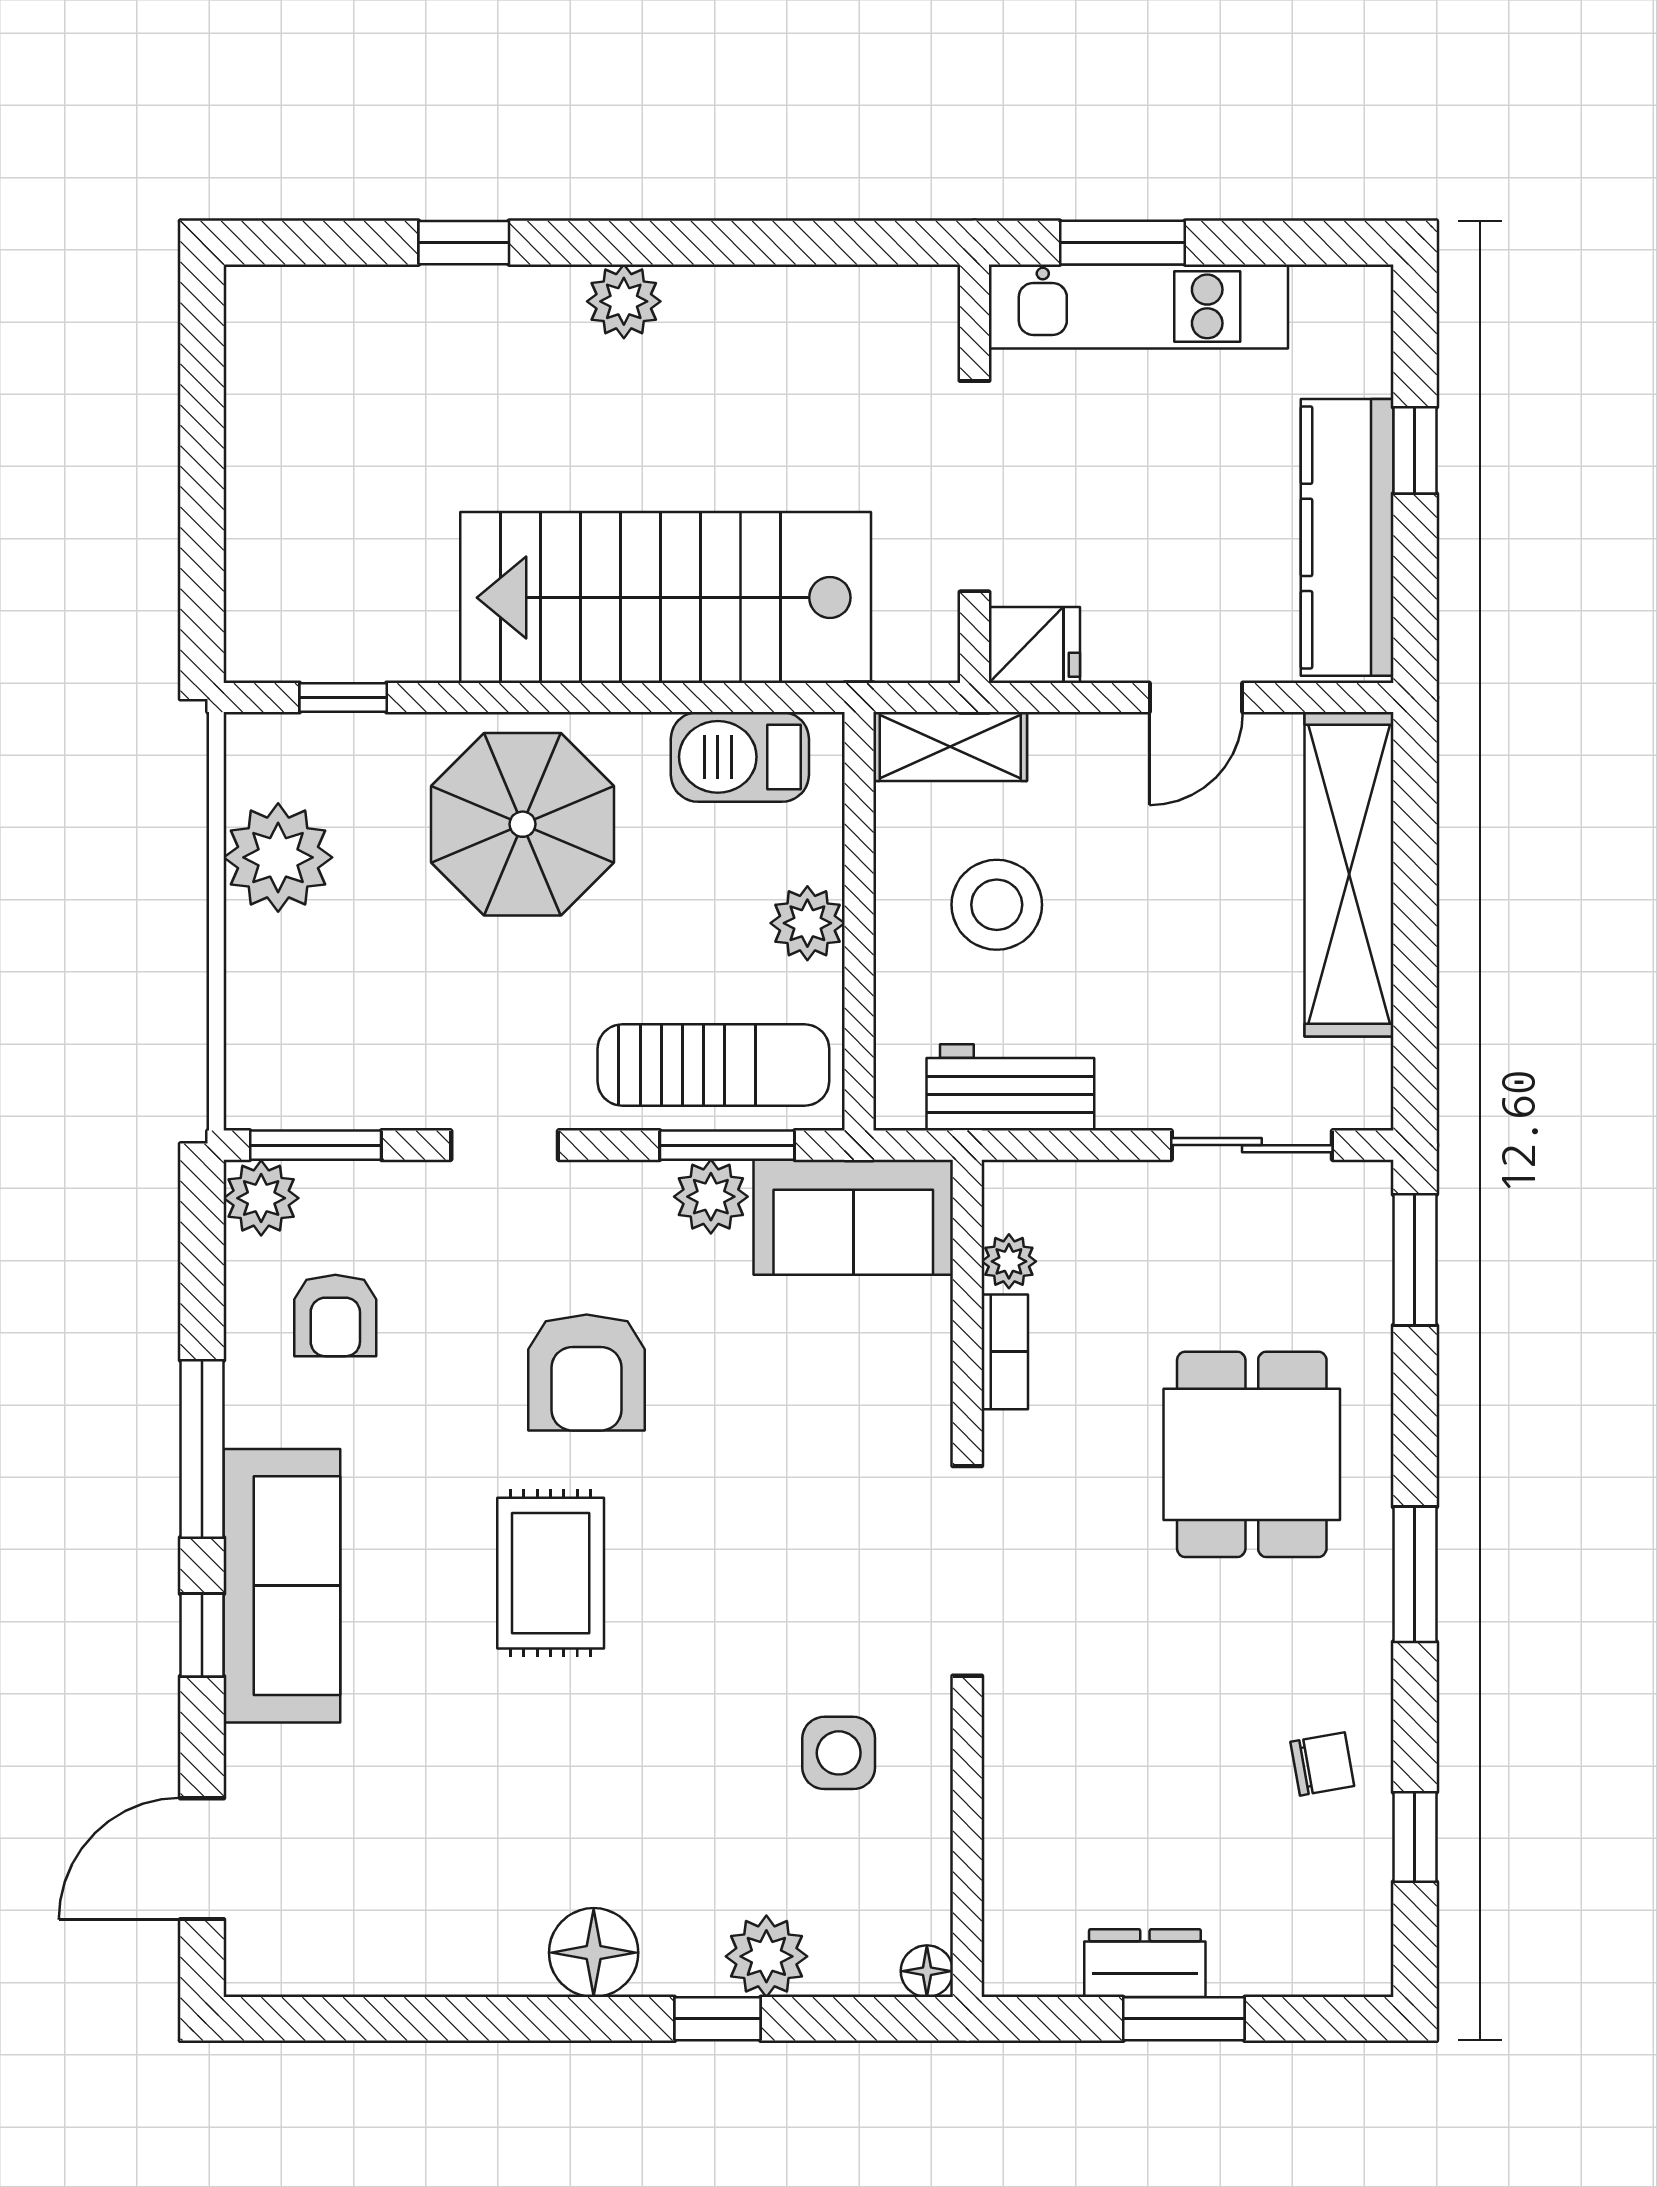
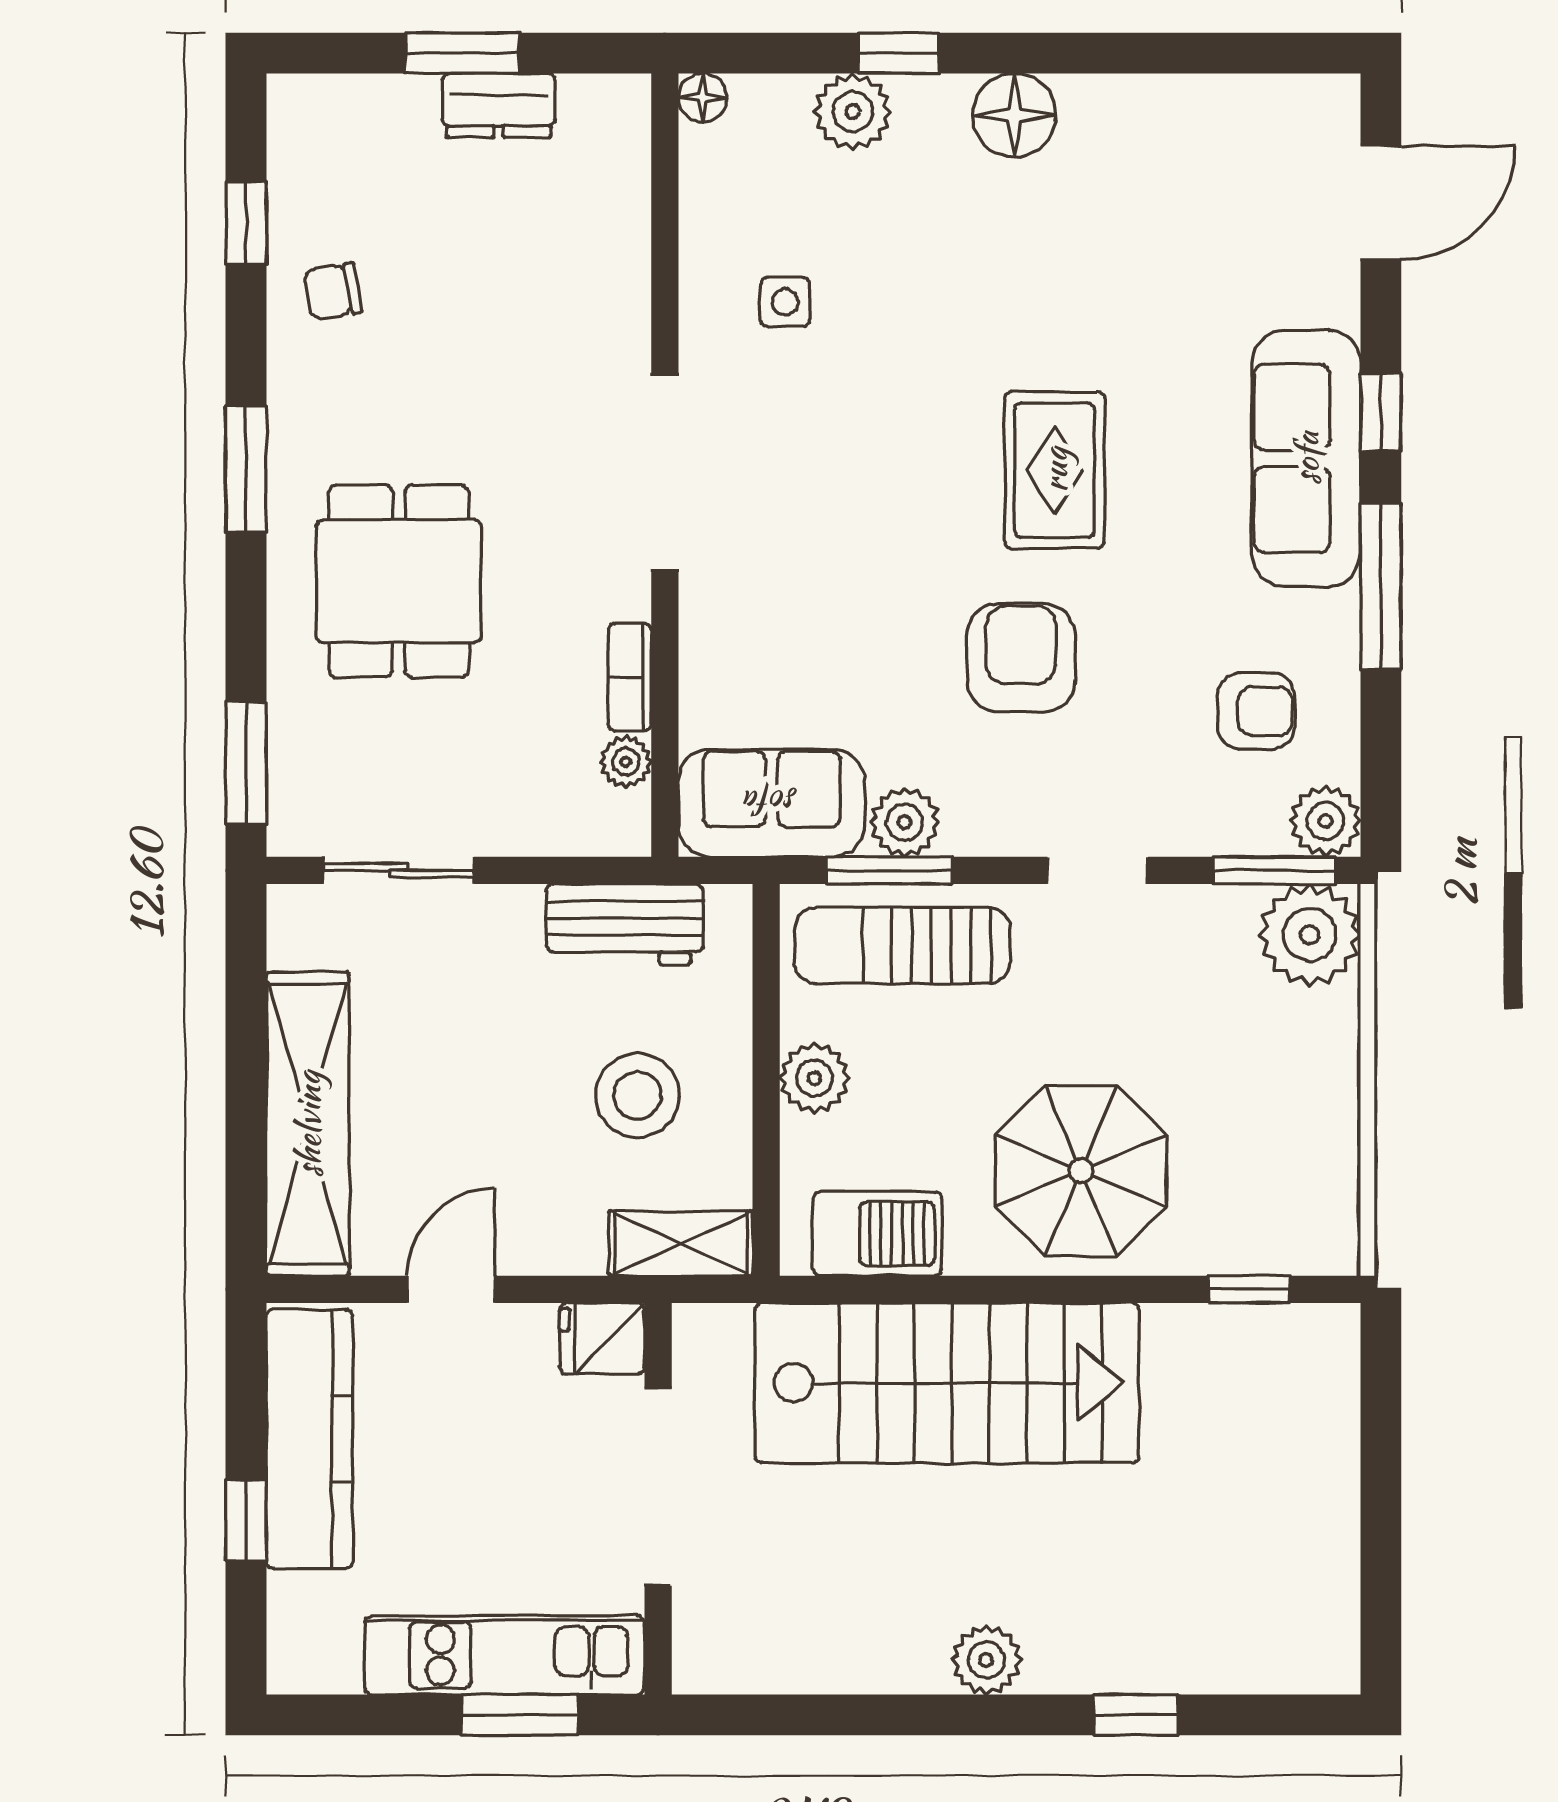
plant: (278, 857) -> (1310, 935), moved
armchair: (335, 1316) -> (1256, 711), turned 90
side table: (839, 1753) -> (785, 302), width x0.73, depth x0.73

